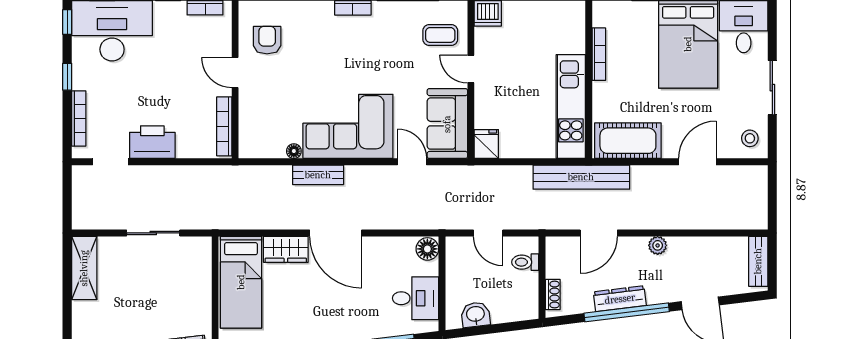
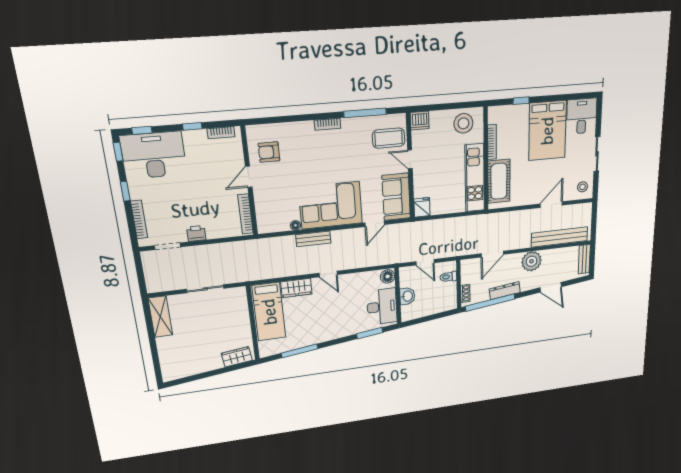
stool: (554, 23) -> (463, 123), added
coffee table: (440, 35) -> (389, 138), width x1.36, depth x1.30
armchair: (267, 40) -> (269, 152), turned -90
door: (235, 72) -> (249, 177), hinge flipped
cot: (628, 141) -> (499, 181), moved, turned 90
printer: (152, 142) -> (196, 233), width x0.53, depth x0.68
door: (412, 162) -> (375, 224), swing flipped
bench: (581, 177) -> (560, 237), moved
door: (336, 233) -> (328, 274), width x0.53
plant: (658, 245) -> (532, 261), width x1.87, depth x1.87
desk: (416, 298) -> (382, 307), width x1.37
window: (627, 312) -> (490, 303), moved
washbasin: (475, 315) -> (407, 296), moved, turned 97

